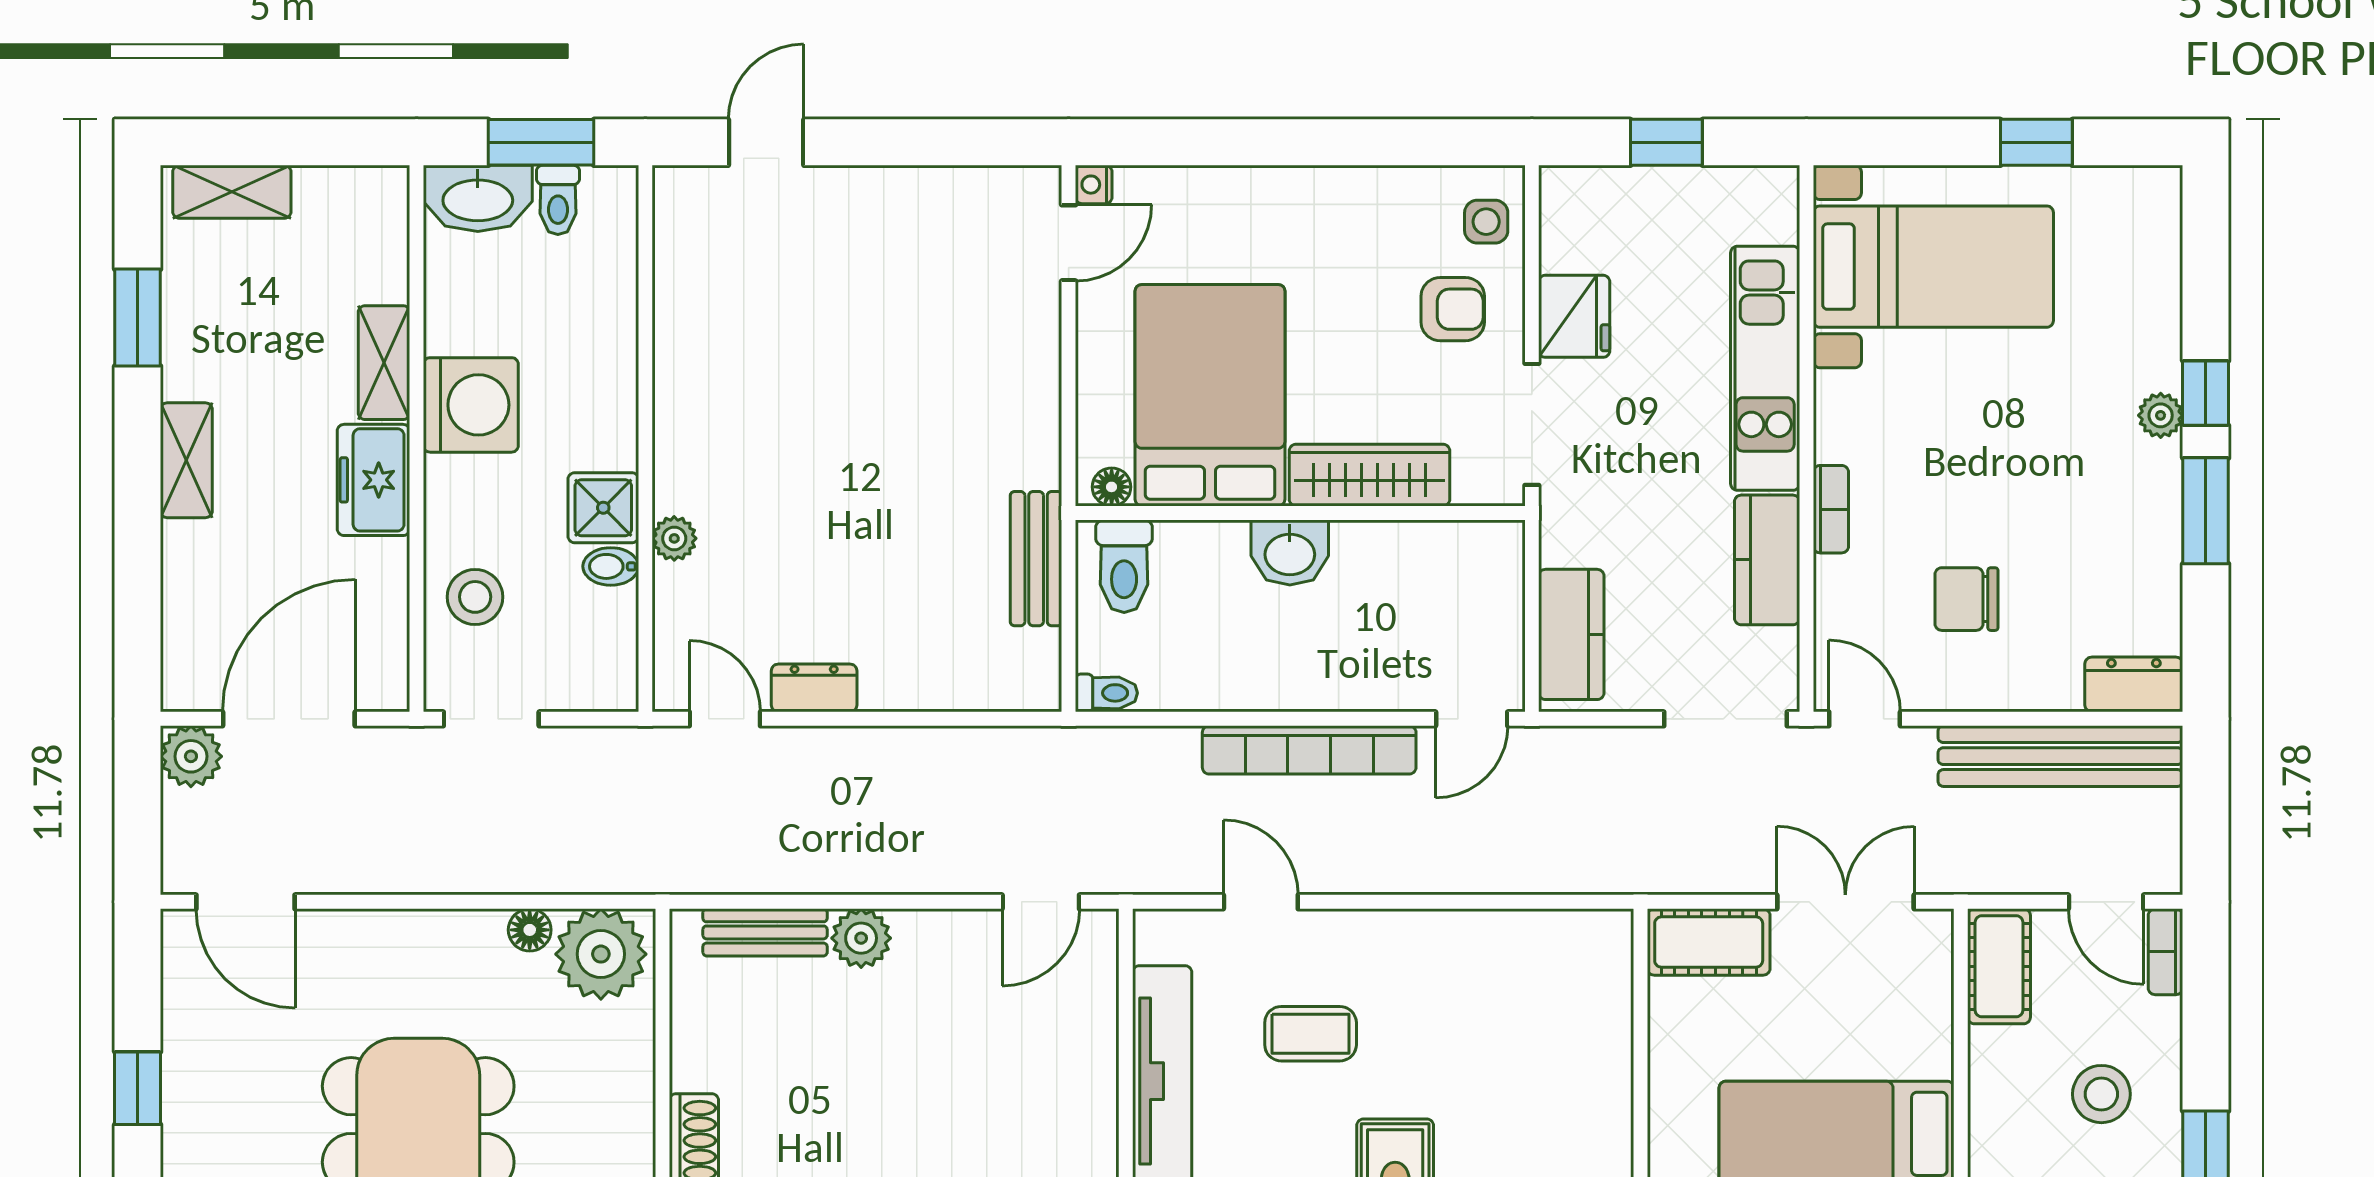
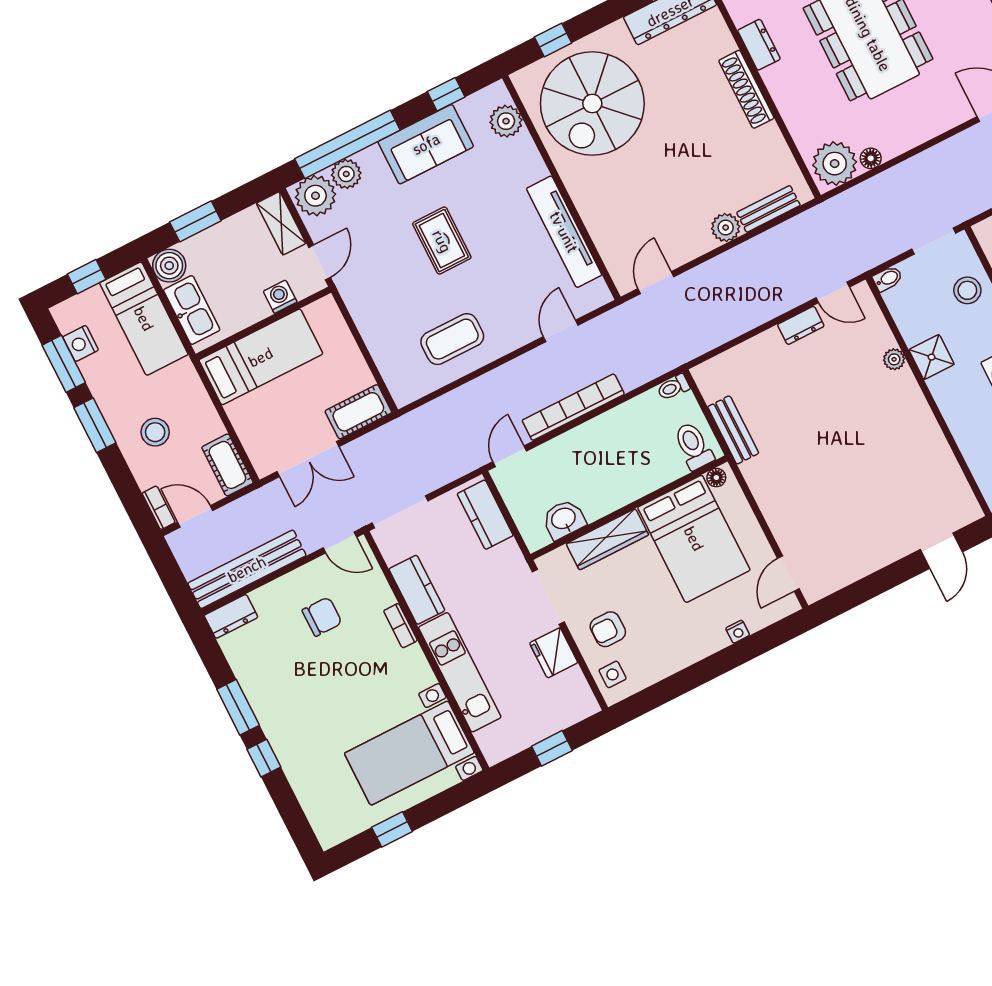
nightstand: (1094, 185) -> (738, 632), moved, turned 90
plant: (2161, 415) -> (278, 739), removed
washbasin: (1290, 553) -> (564, 519), moved
bidet: (611, 566) -> (888, 279), moved
door: (1261, 902) -> (561, 331), swing flipped
coffee table: (1311, 1034) -> (452, 339), moved, width x1.36, depth x1.30

